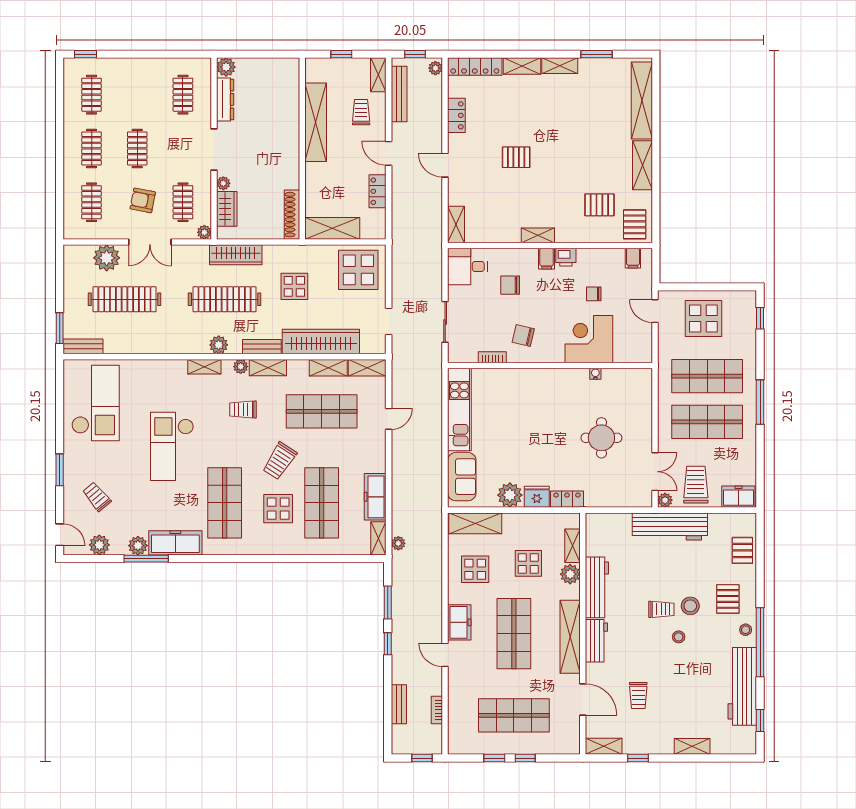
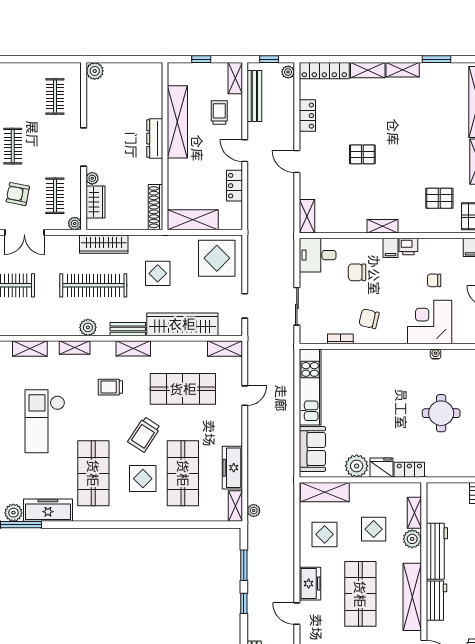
dresser: (225, 99) -> (155, 139), moved, turned 180
plant: (241, 367) -> (108, 347), removed
shelving: (328, 368) -> (30, 349), moved

